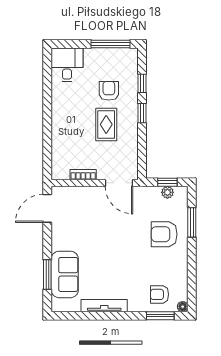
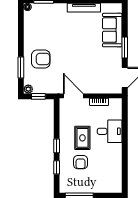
desk: (67, 65) -> (110, 131), moved, turned -90
plant: (167, 192) -> (28, 89), moved
window: (47, 274) -> (125, 48), moved
armchair: (159, 294) -> (44, 16), removed

